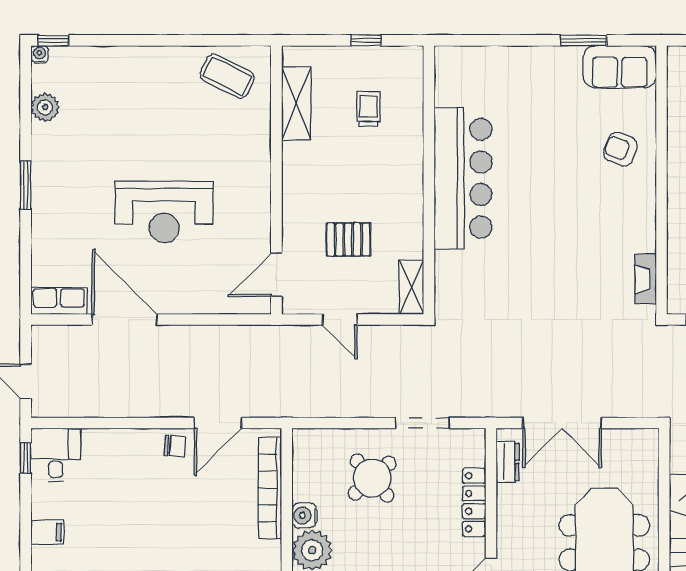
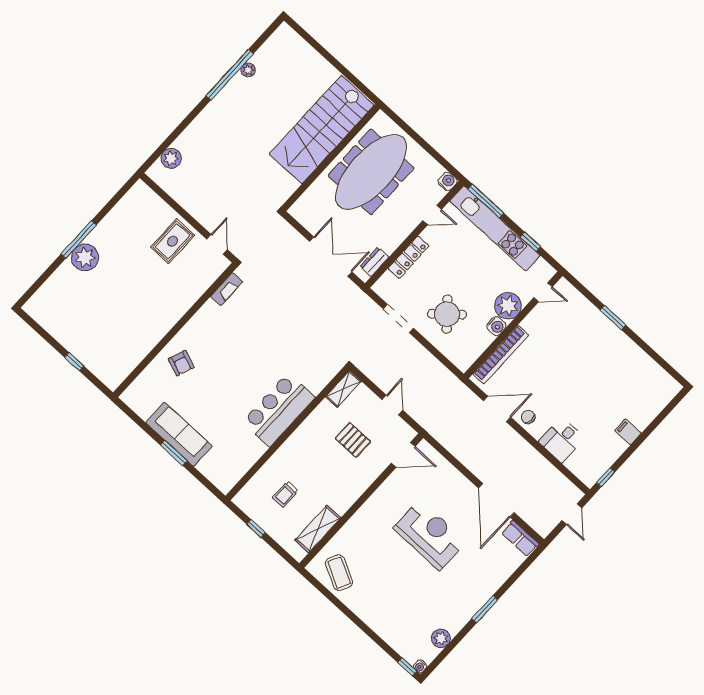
window: (584, 40) -> (174, 453), moved
sofa: (620, 67) -> (179, 434), moved, width x1.36
bar counter: (463, 178) -> (279, 410), width x0.73
desk: (56, 455) -> (562, 440), moved

